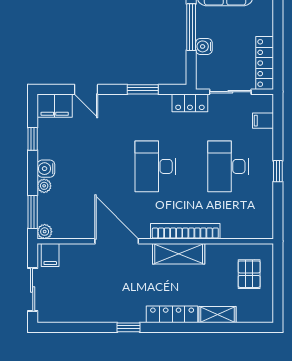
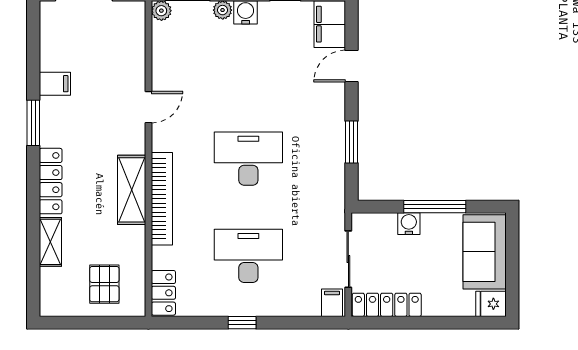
locker: (190, 103) -> (163, 293), moved, turned 180
filing cabinet: (263, 121) -> (332, 303), moved
door: (117, 241) -> (148, 107), width x0.53
filing cabinet: (50, 255) -> (55, 84), moved, turned 180
pallet: (249, 274) -> (104, 284), turned 90
window: (129, 327) -> (33, 123), width x1.50

